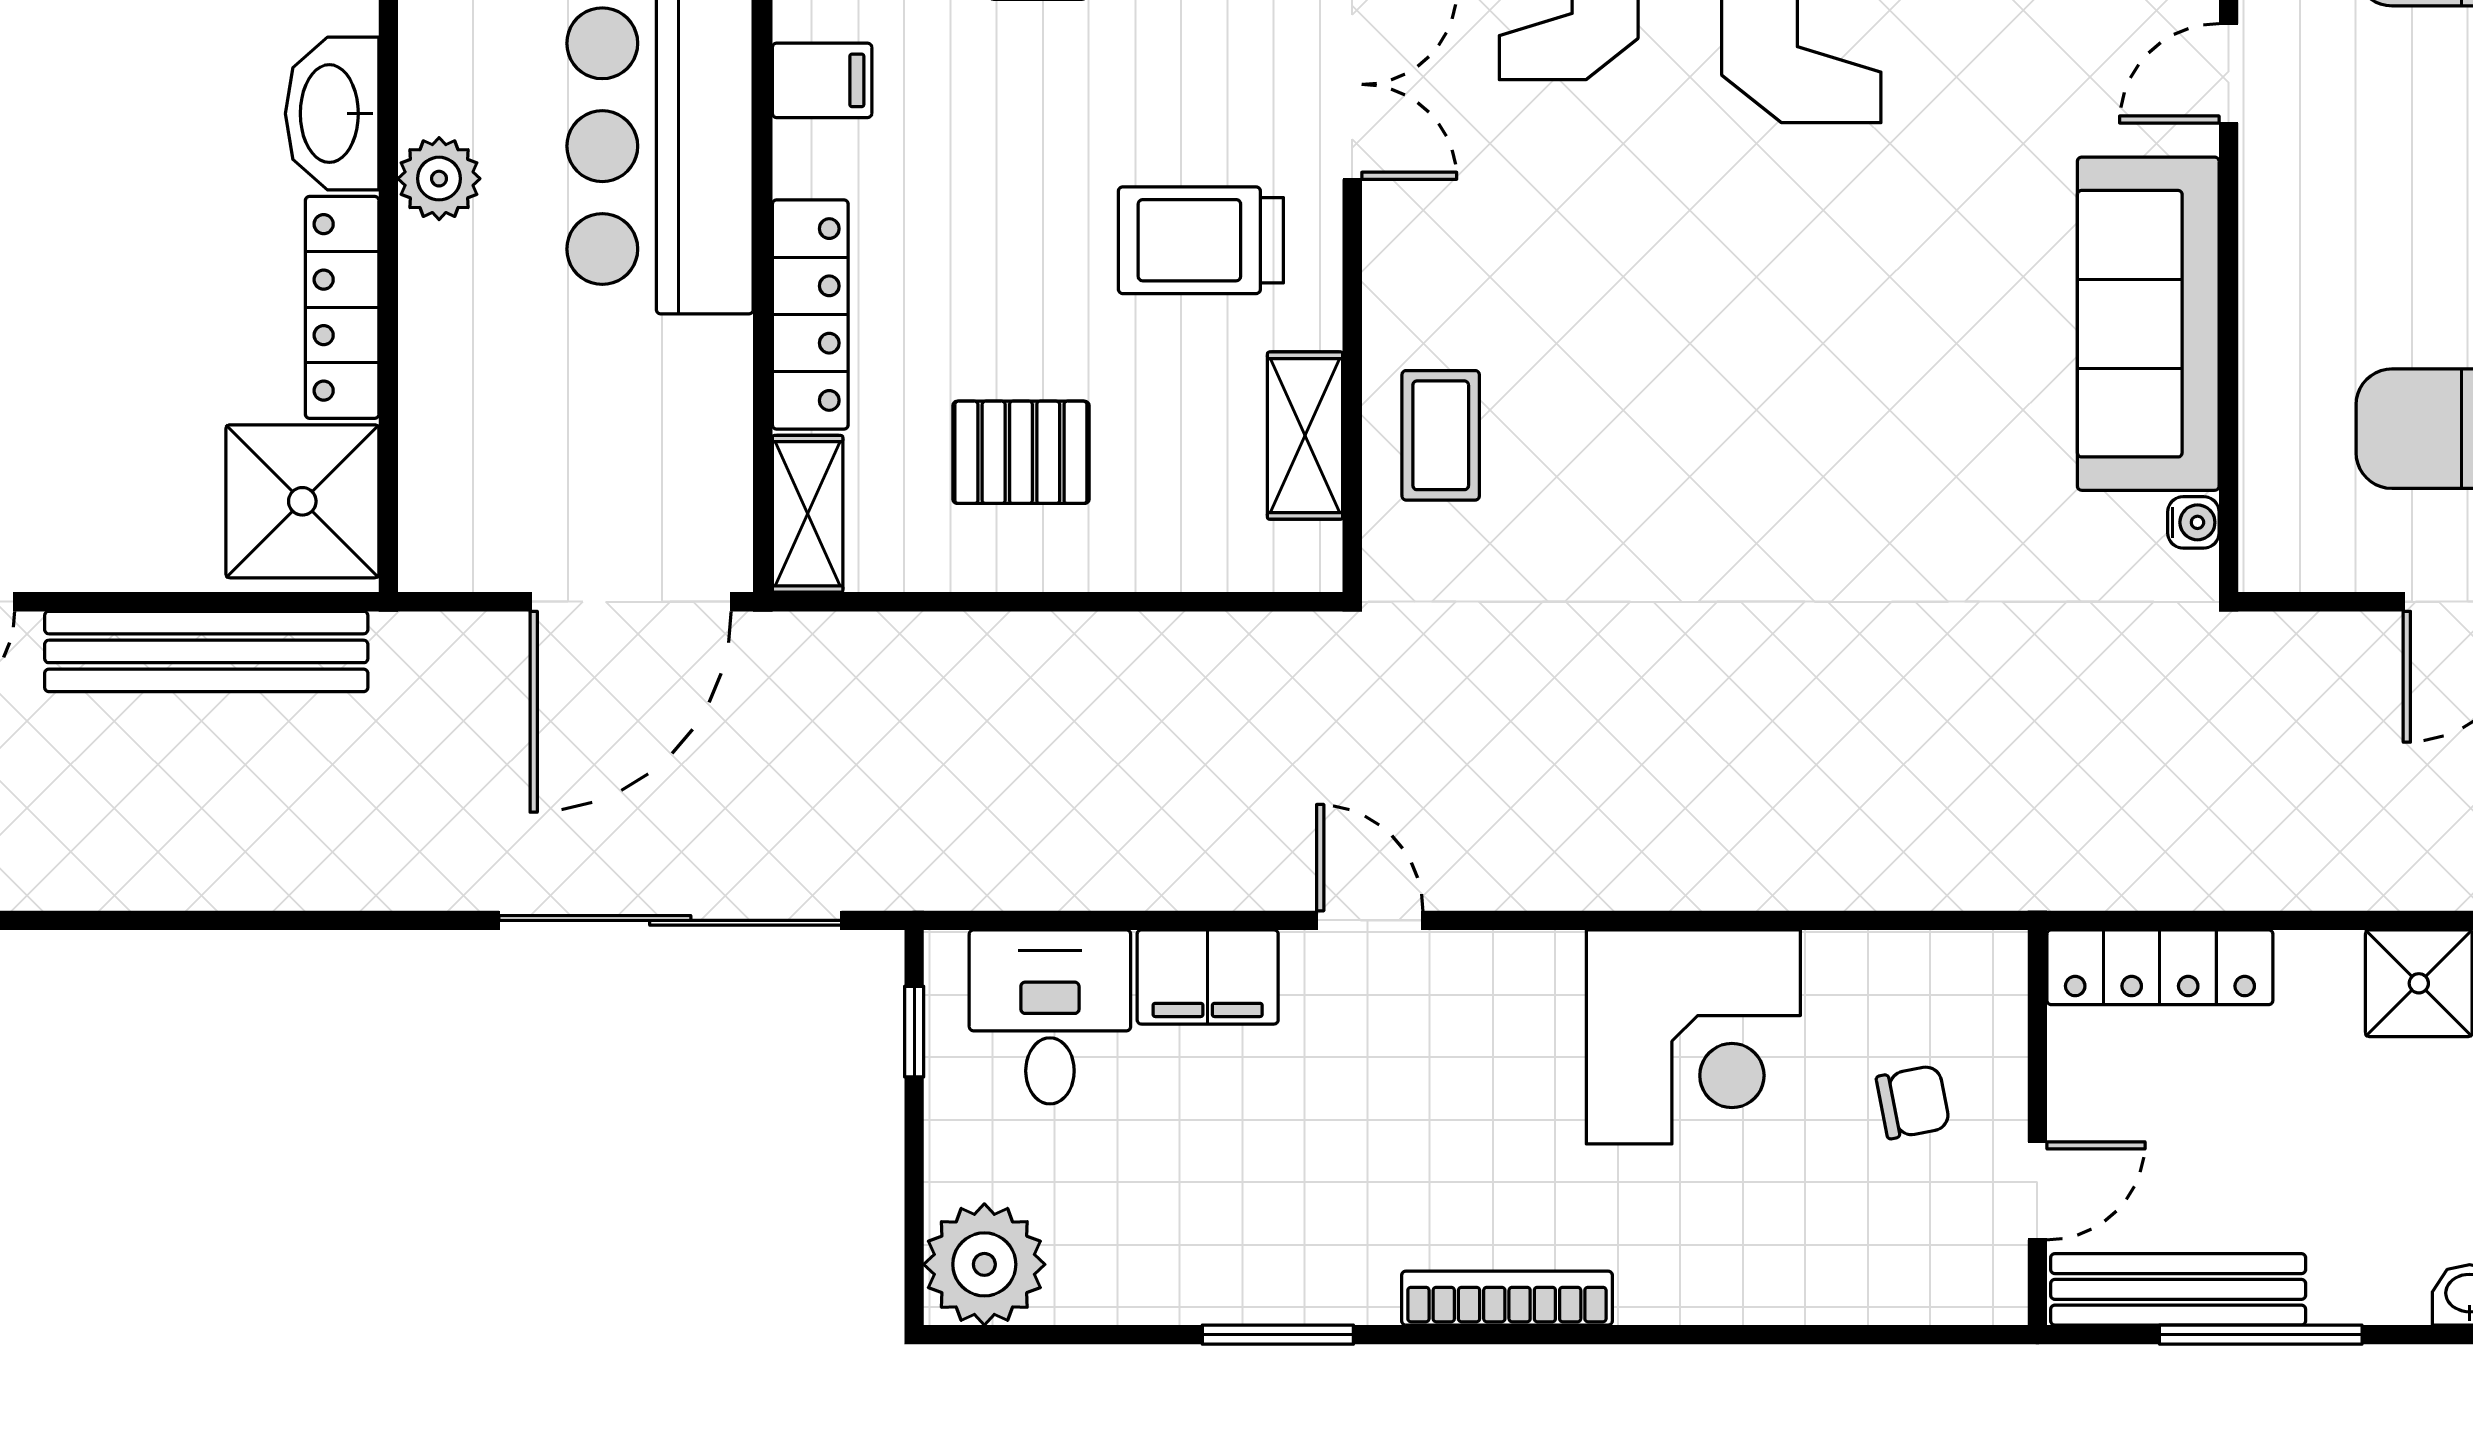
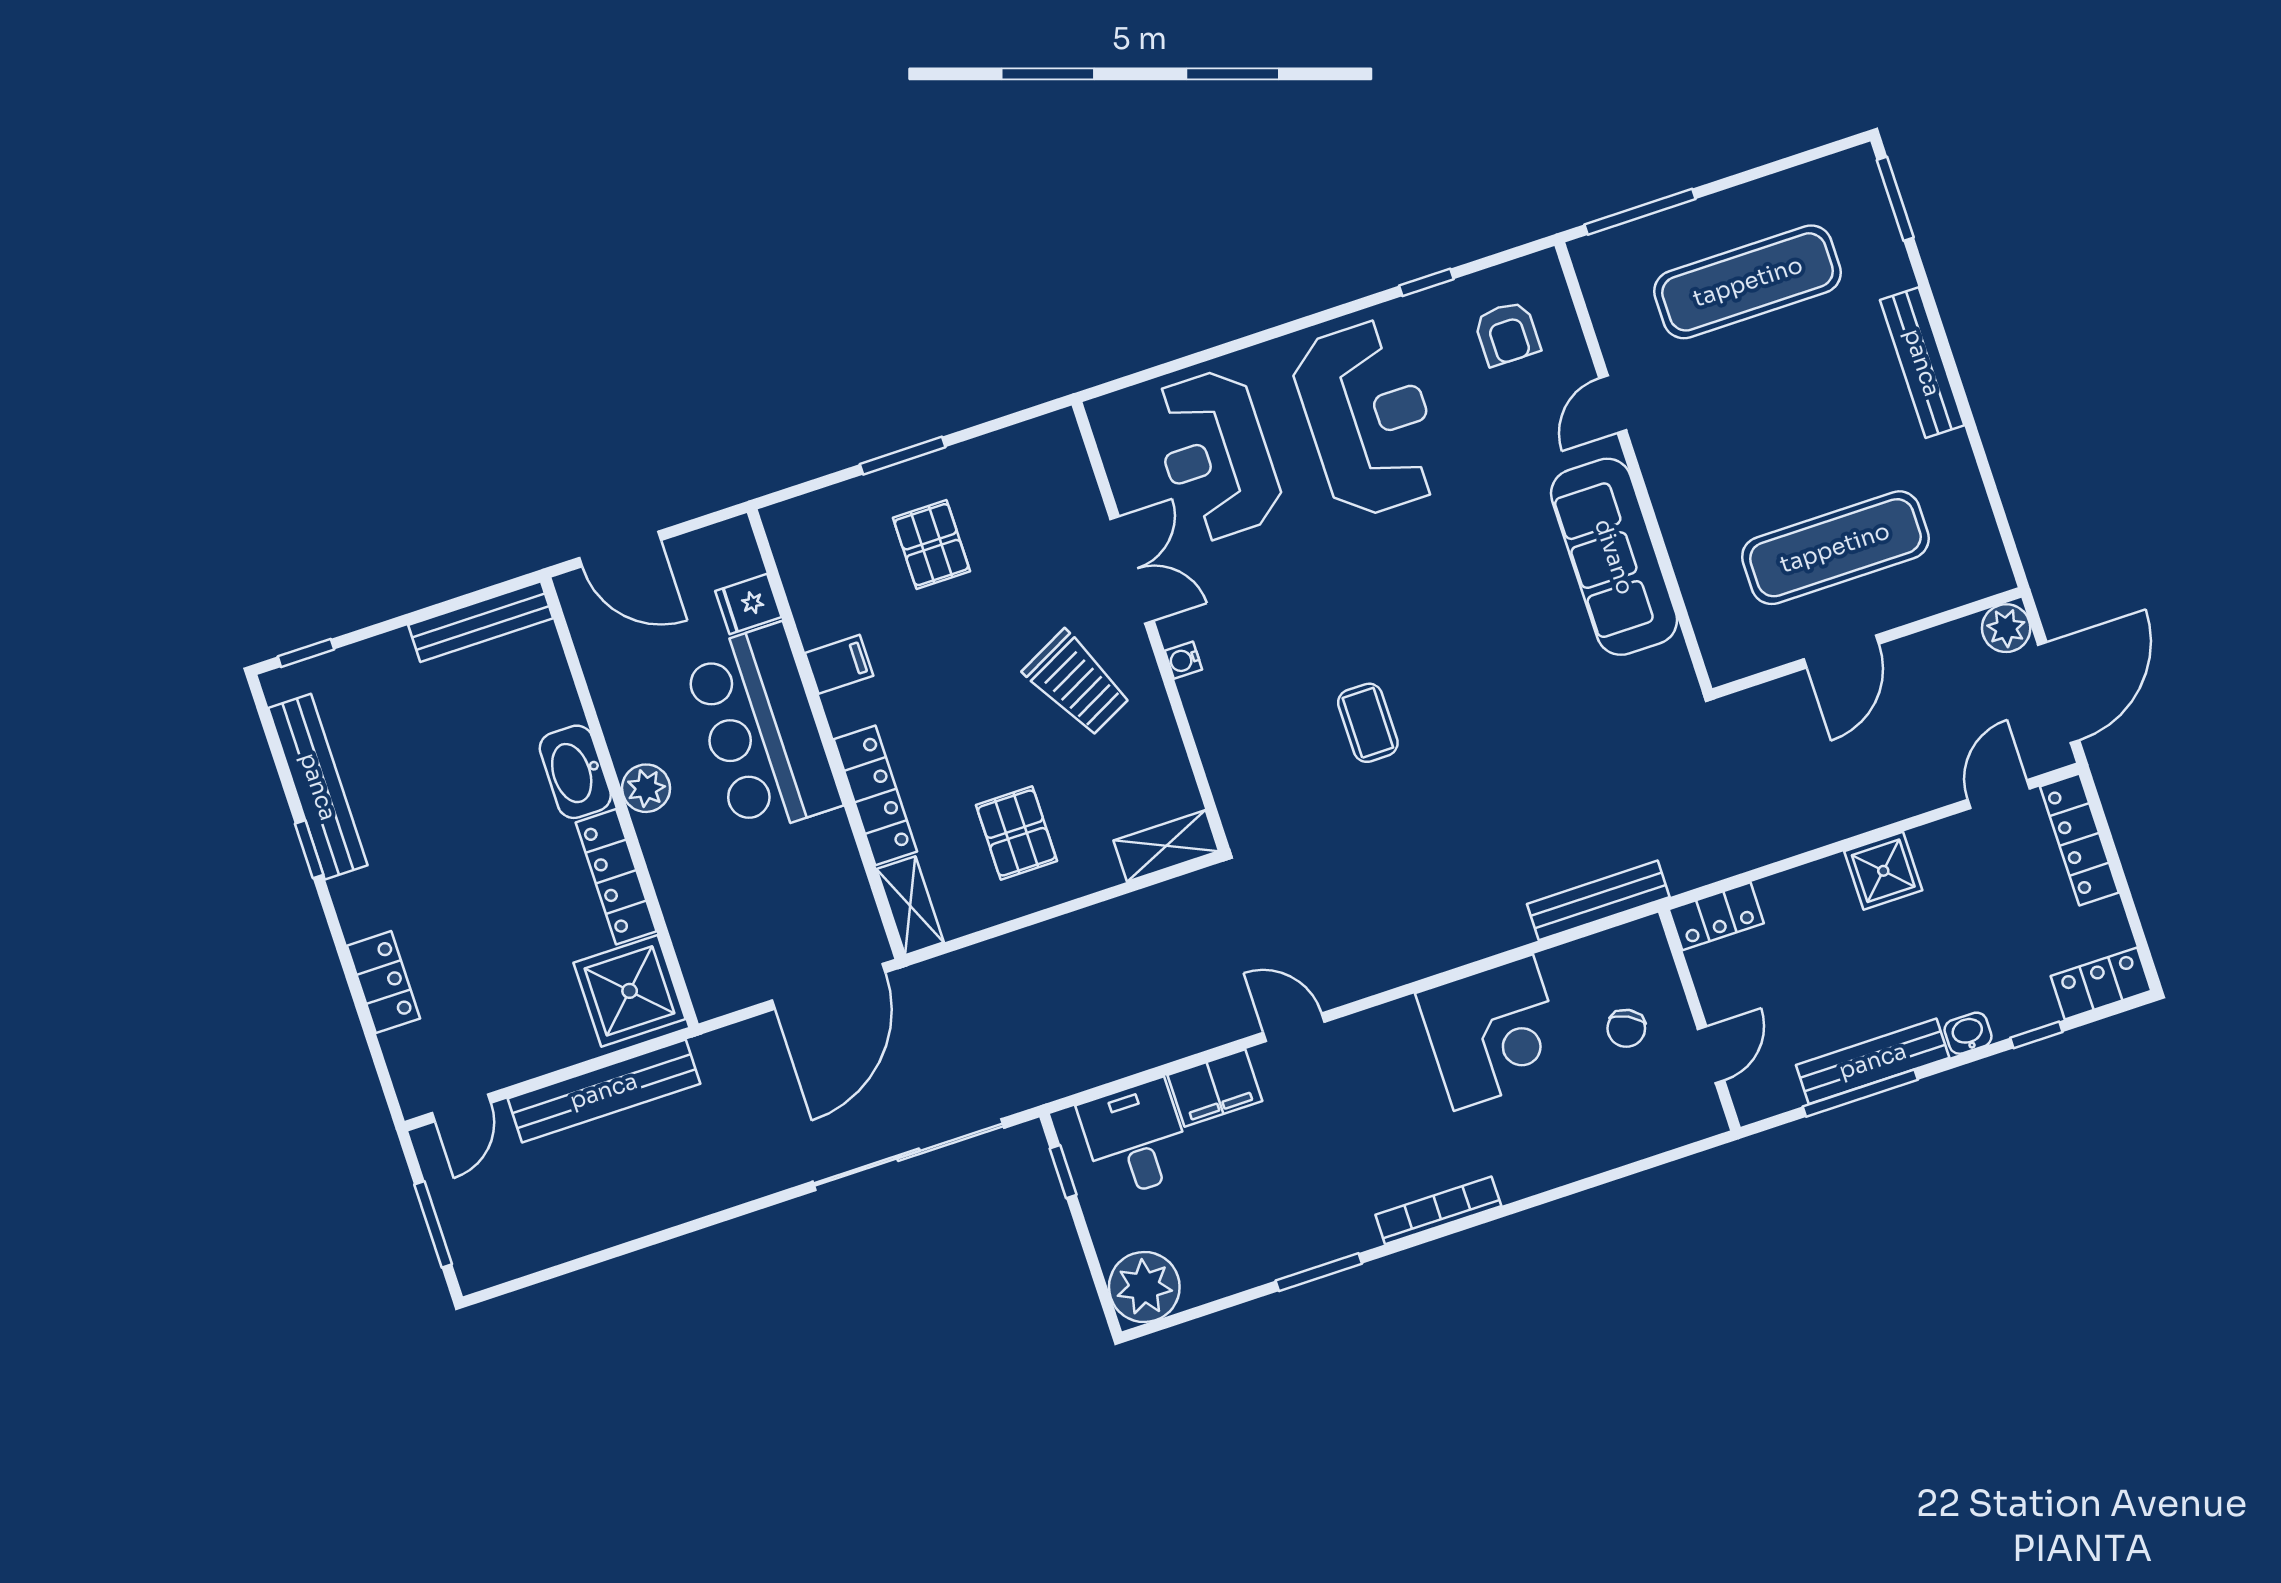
trolley: (1201, 240) -> (1077, 683), turned -117
coffee table: (1441, 435) -> (1368, 723), moved
shelving: (1305, 436) -> (1166, 846), moved, turned 90
pallet: (1021, 452) -> (1016, 833), turned 90
water cooler: (2193, 522) -> (1183, 660), moved, turned 180
bench: (1936, 878) -> (1598, 900), added
locker: (2160, 967) -> (1716, 916), width x0.66
chair: (1913, 1102) -> (1626, 1028), turned 128
bench: (2178, 1289) -> (1873, 1061), moved

